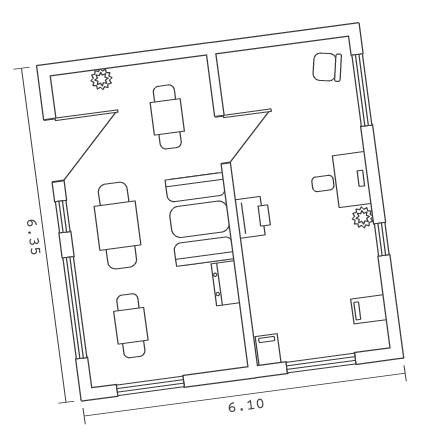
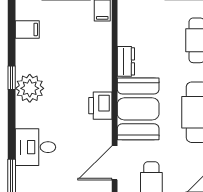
desk: (340, 181) -> (36, 147), moved
plant: (363, 217) -> (30, 88), width x1.88, depth x1.88

